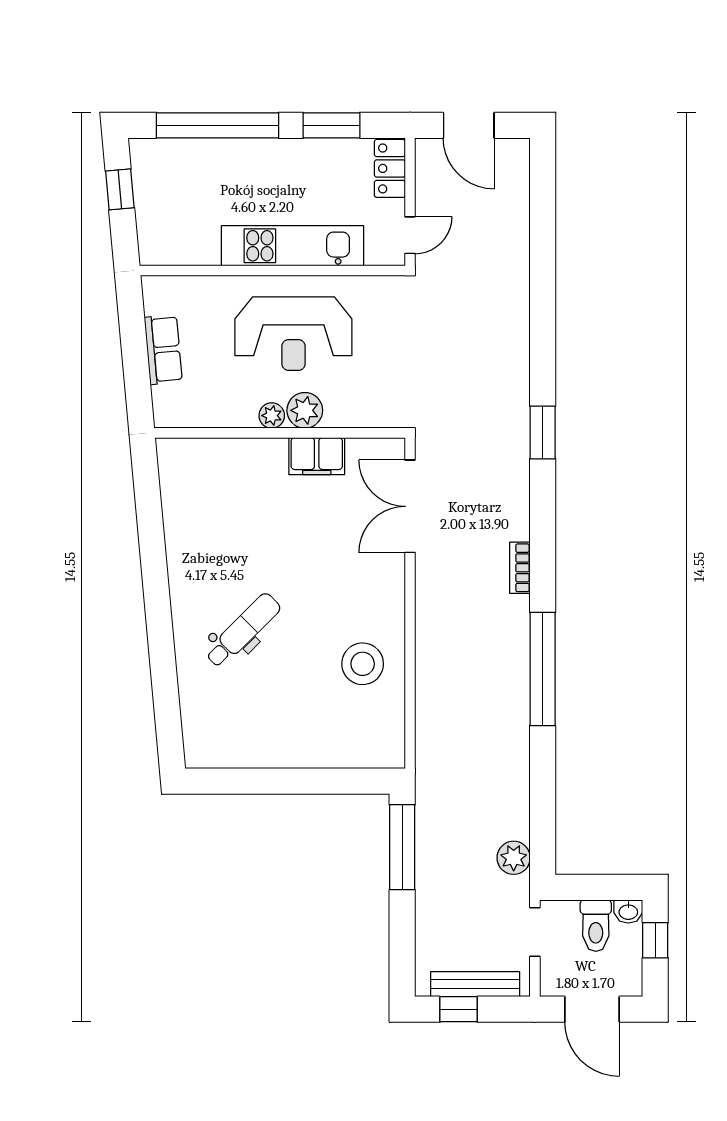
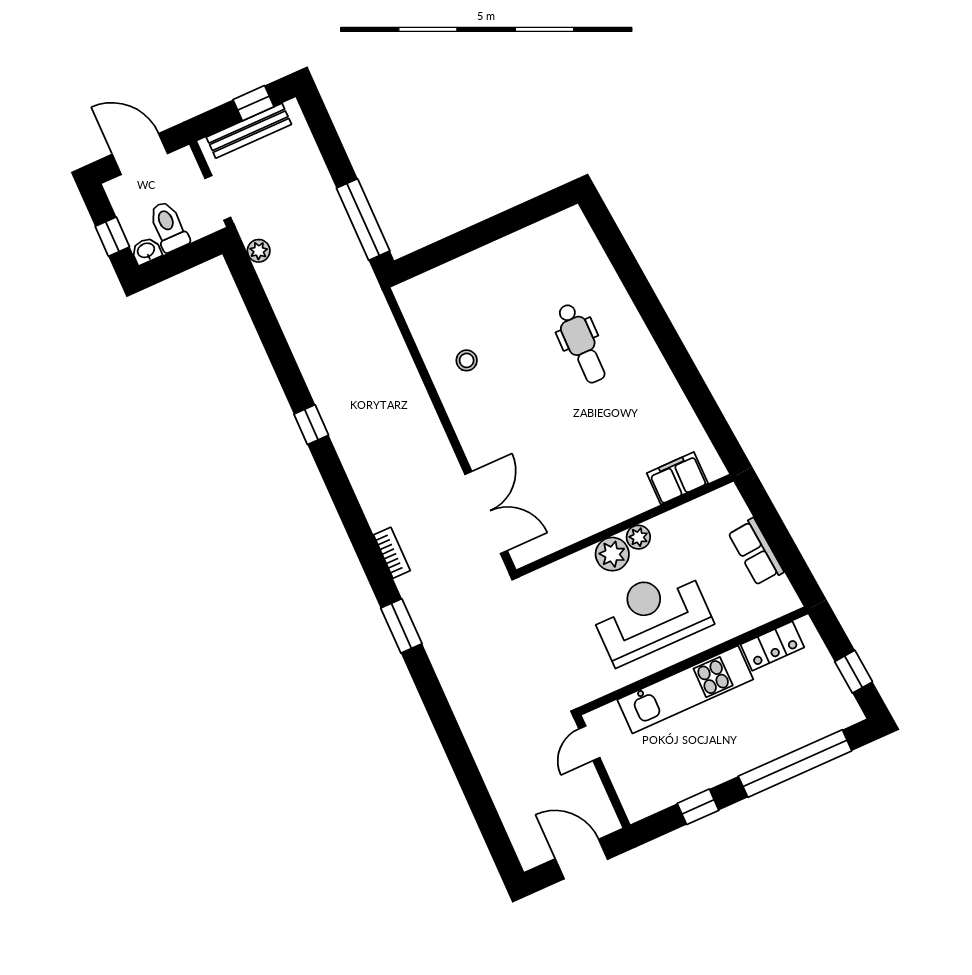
window: (331, 125) -> (698, 807), width x0.67
locker: (390, 168) -> (772, 646), moved, turned 90
filing cabinet: (317, 456) -> (677, 478), moved
bookcase: (520, 568) -> (392, 553), moved
dental chair: (243, 630) -> (581, 343), turned -45
stool: (363, 664) -> (467, 360), width x0.53, depth x0.53
window: (543, 669) -> (311, 425), width x0.32
plant: (514, 858) -> (259, 251), width x0.73, depth x0.73

